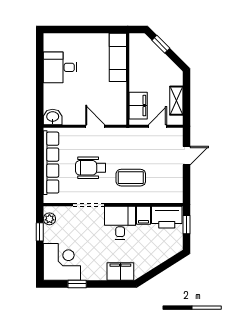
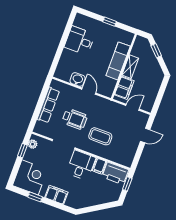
window: (89, 30) -> (110, 22), added
exam couch: (118, 57) -> (118, 61), moved
shelving: (176, 101) -> (130, 67), moved
washbasin: (53, 117) -> (78, 79), moved
row of seats: (51, 163) -> (48, 105), width x0.73
wheelchair: (91, 168) -> (75, 119), turned 180
filing cabinet: (120, 271) -> (56, 195), moved

